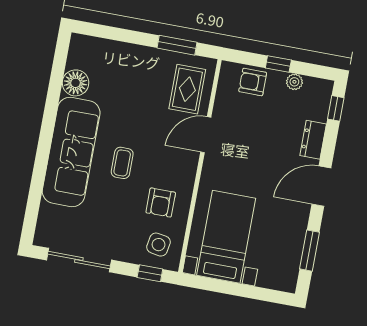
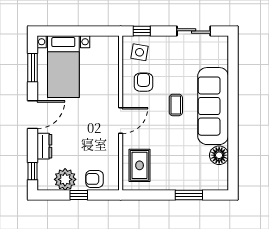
window: (177, 45) -> (189, 195), moved
armchair: (253, 82) -> (94, 179), turned 180
plant: (294, 82) -> (65, 179), width x1.88, depth x1.88
door: (206, 135) -> (121, 121), moved
bed with nightstands: (226, 237) -> (63, 67), moved
sliding door: (79, 260) -> (194, 31), width x0.73

